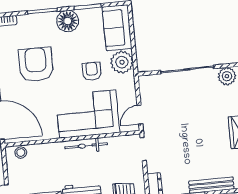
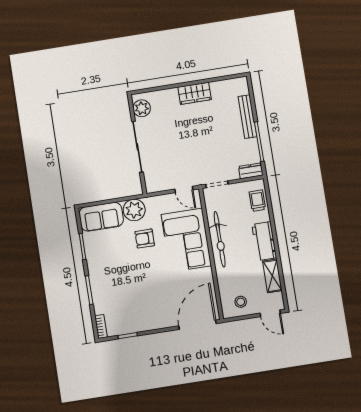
floor lamp: (68, 21) -> (97, 265), removed
armchair: (36, 64) -> (141, 293), removed
bicycle: (86, 146) -> (220, 239), width x1.37, depth x1.40
stool: (21, 153) -> (241, 302), moved

